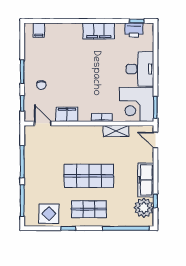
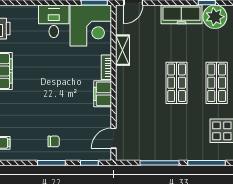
desk: (140, 69) -> (54, 21), width x0.73
chair: (41, 85) -> (54, 141), moved
filing cabinet: (67, 114) -> (103, 94), moved
shop shelf: (89, 176) -> (177, 83), width x0.70, depth x0.74

